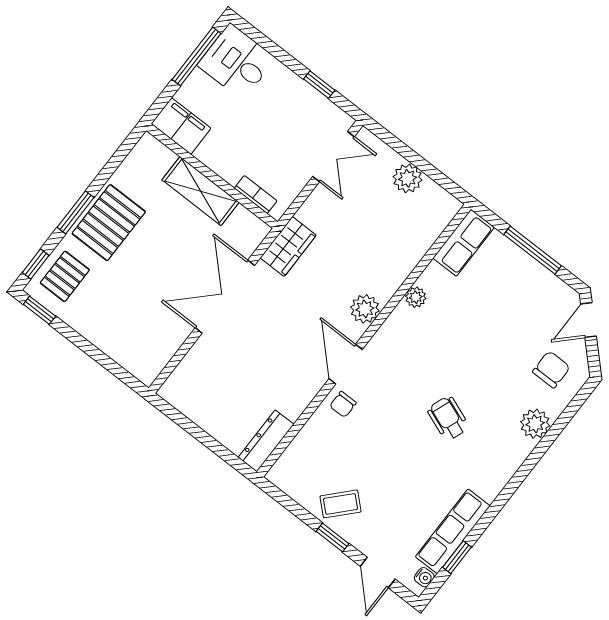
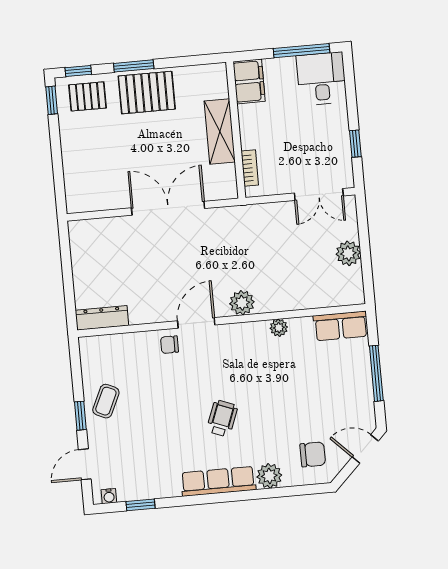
wardrobe: (288, 246) -> (236, 219), removed
coffee table: (340, 504) -> (106, 401), turned 72
row of seats: (453, 531) -> (218, 481), moved

